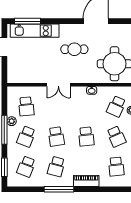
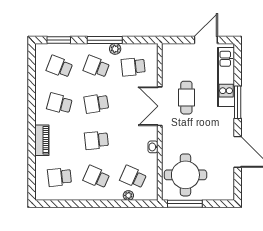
window: (27, 21) -> (238, 102), moved
cafe table: (74, 49) -> (186, 98), moved
double door: (58, 85) -> (160, 106), width x1.37
school desk: (116, 136) -> (96, 177), turned 48
window: (59, 189) -> (32, 107), removed

